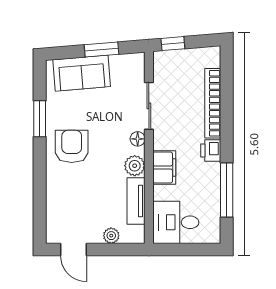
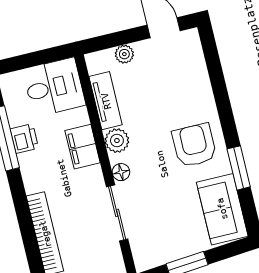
sofa: (82, 73) -> (222, 209), moved, turned -85
armchair: (72, 146) -> (194, 145), turned 180
printer: (211, 151) -> (24, 139), moved

